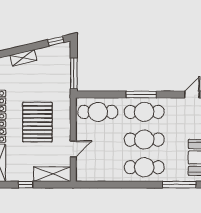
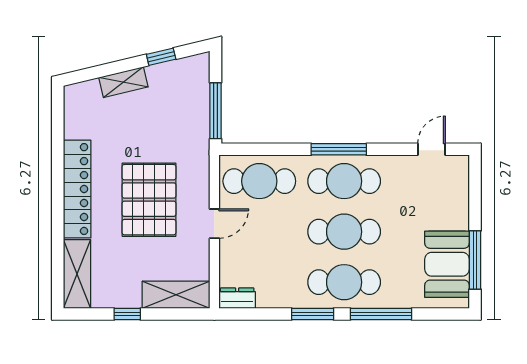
window: (56, 41) -> (161, 57), moved
door: (73, 149) -> (214, 224), moved
dresser: (86, 176) -> (237, 298), added
window: (127, 185) -> (313, 314), added
window: (179, 185) -> (381, 314), moved

